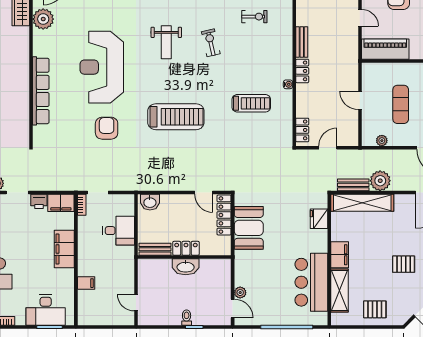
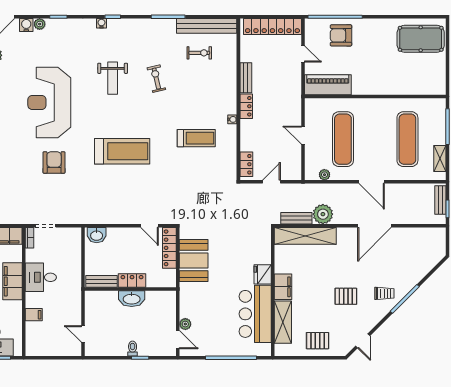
exercise mat: (401, 104) -> (343, 139), width x1.36, depth x1.45
fridge: (319, 219) -> (263, 274), moved
desk: (119, 231) -> (41, 277), moved, turned 180

